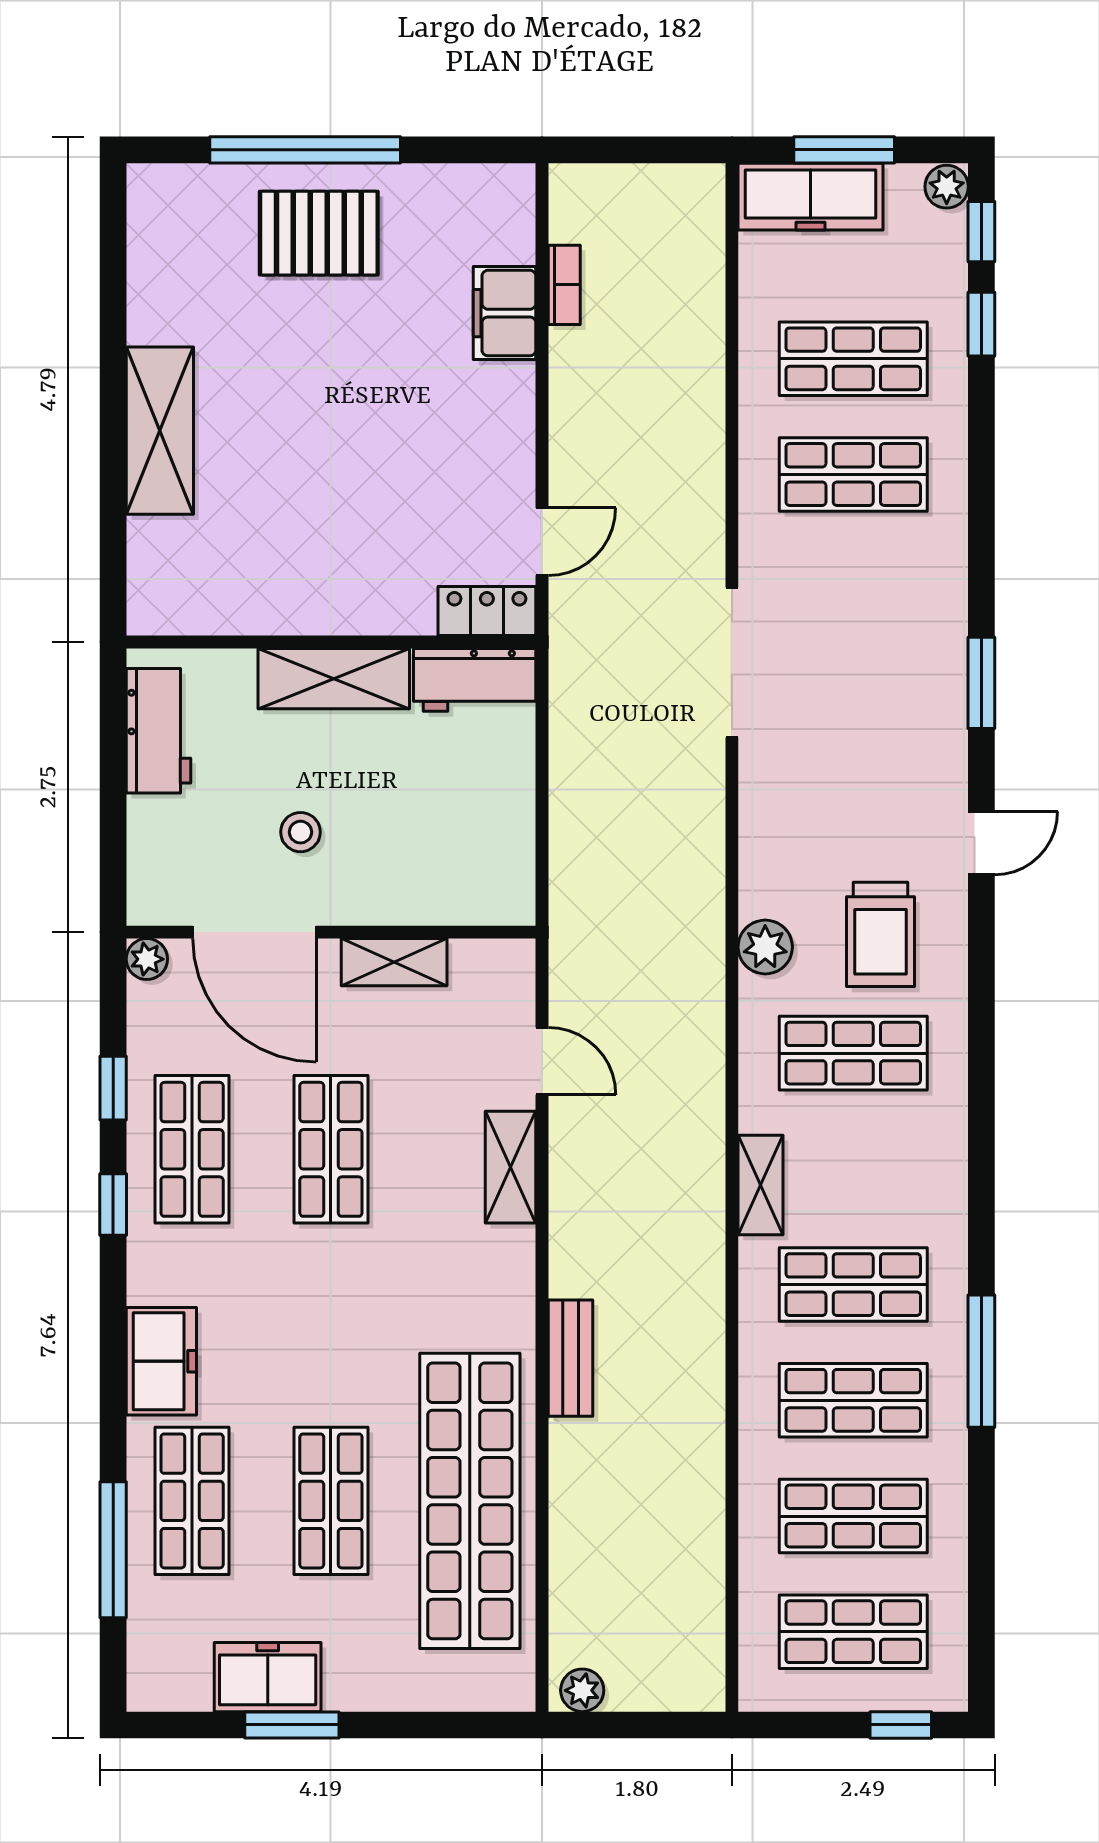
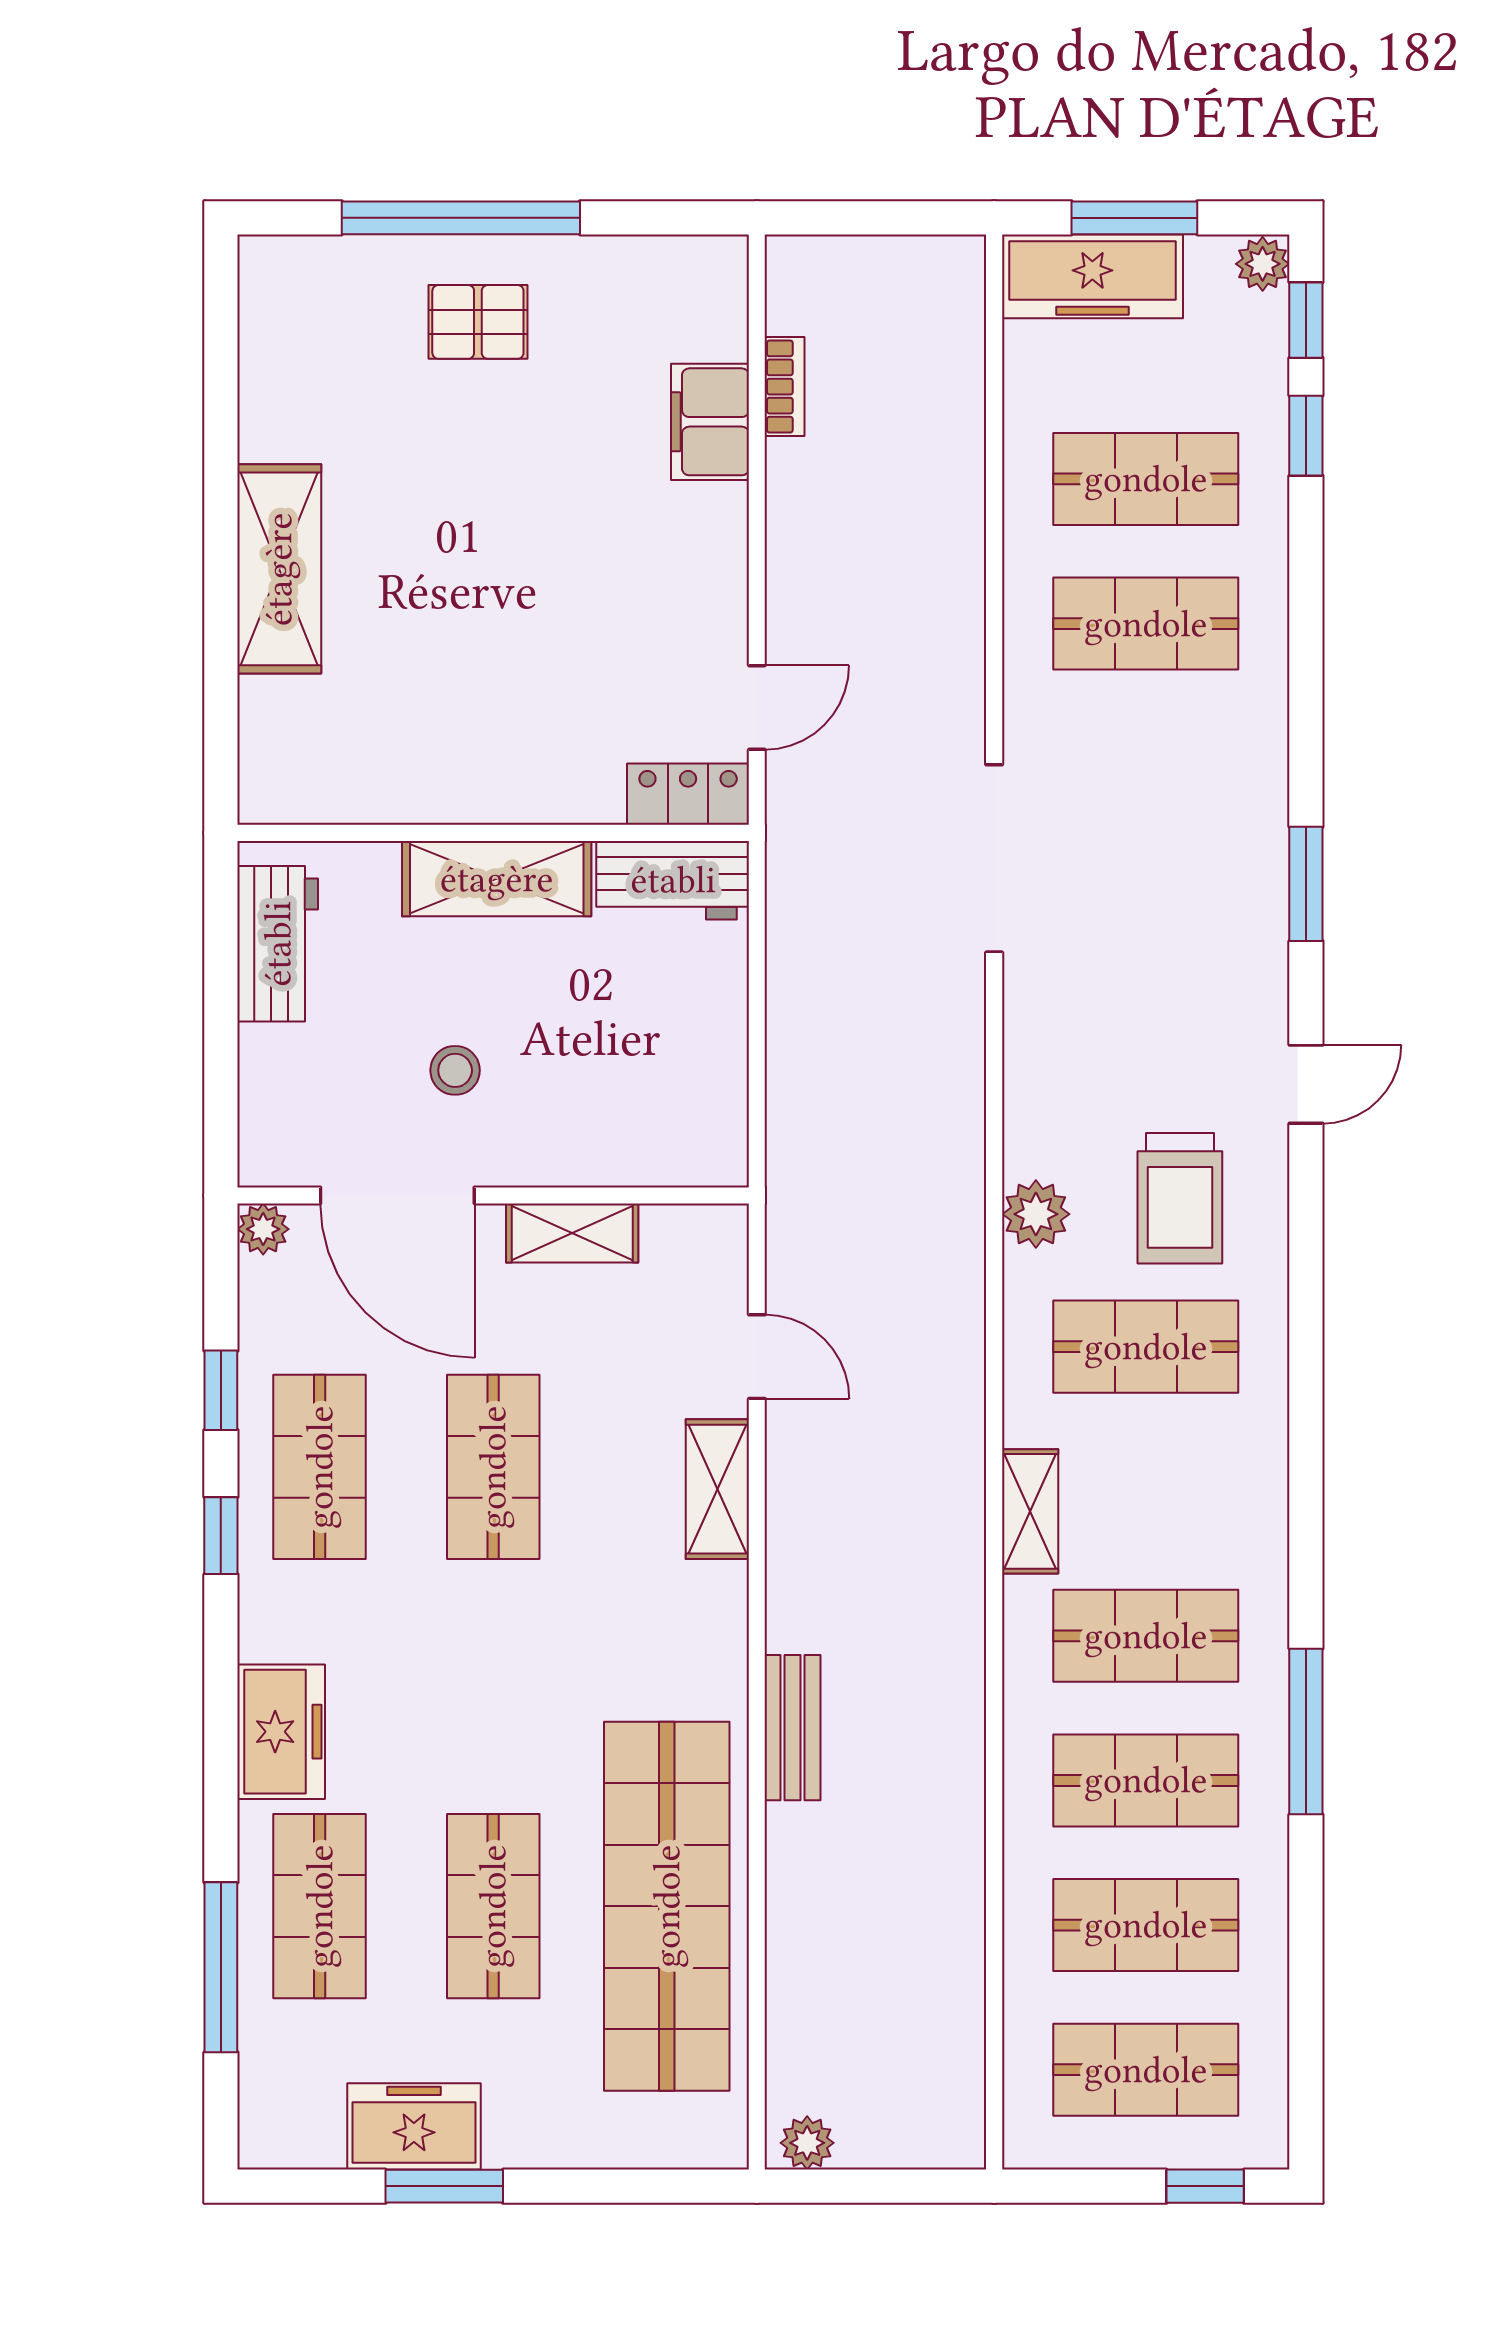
pallet: (319, 233) -> (478, 322), width x0.67, depth x0.71

